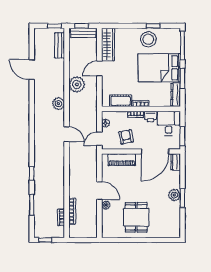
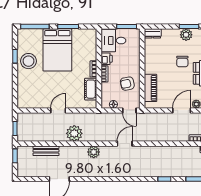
bench: (83, 33) -> (22, 127), removed
bench: (60, 45) -> (46, 151), moved
wardrobe: (108, 45) -> (34, 102), removed
door: (99, 68) -> (58, 110), swing flipped
dresser: (176, 95) -> (85, 33), removed
door: (155, 151) -> (142, 54), removed
chair: (148, 191) -> (182, 62), added

